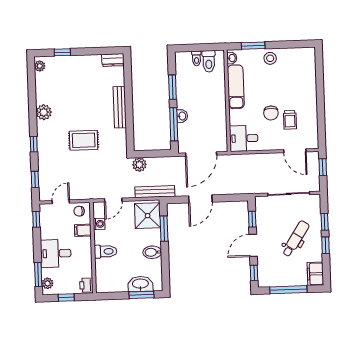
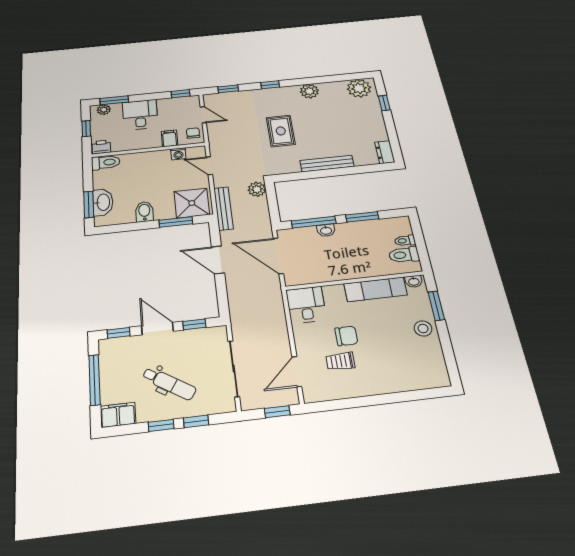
plant: (40, 66) -> (359, 88), width x1.88, depth x1.88
chair: (271, 113) -> (346, 336), turned 180
toilet: (105, 251) -> (106, 162), moved, turned -90

